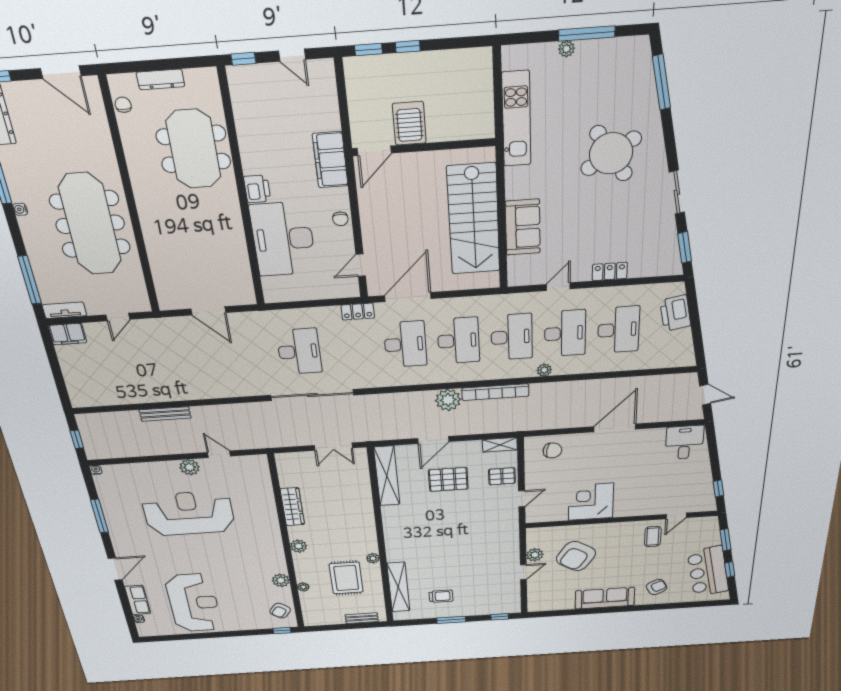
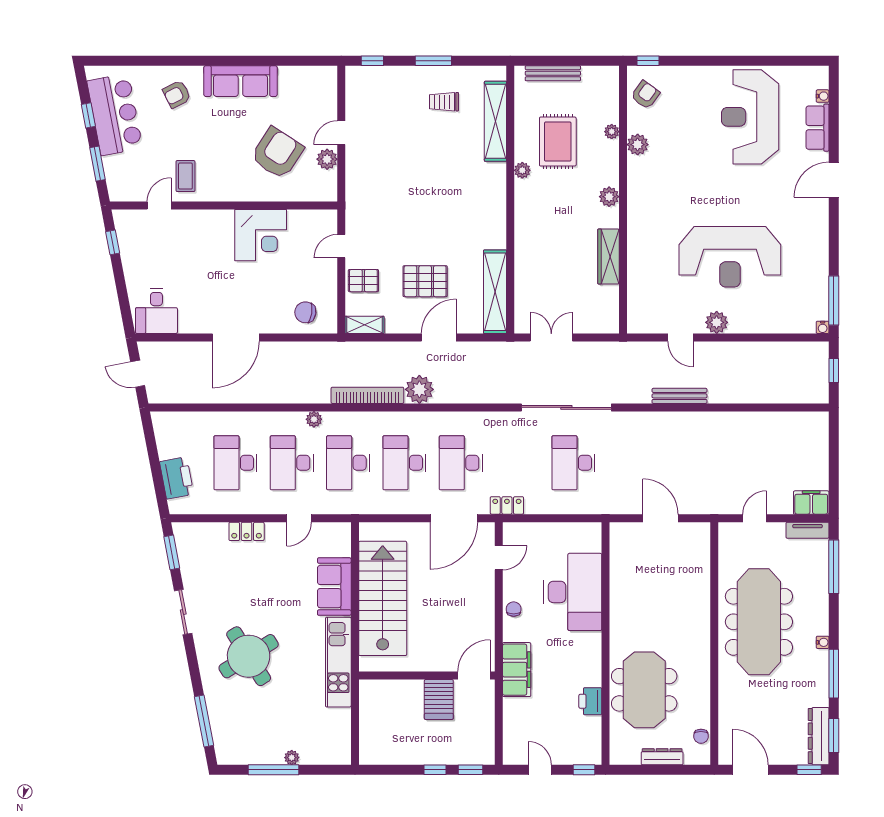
kitchen unit: (516, 119) -> (338, 662), moved
printer: (257, 189) -> (590, 701), moved
bench: (165, 414) -> (679, 396), moved
window: (99, 516) -> (834, 300), moved
bench: (362, 618) -> (553, 73), width x1.36

